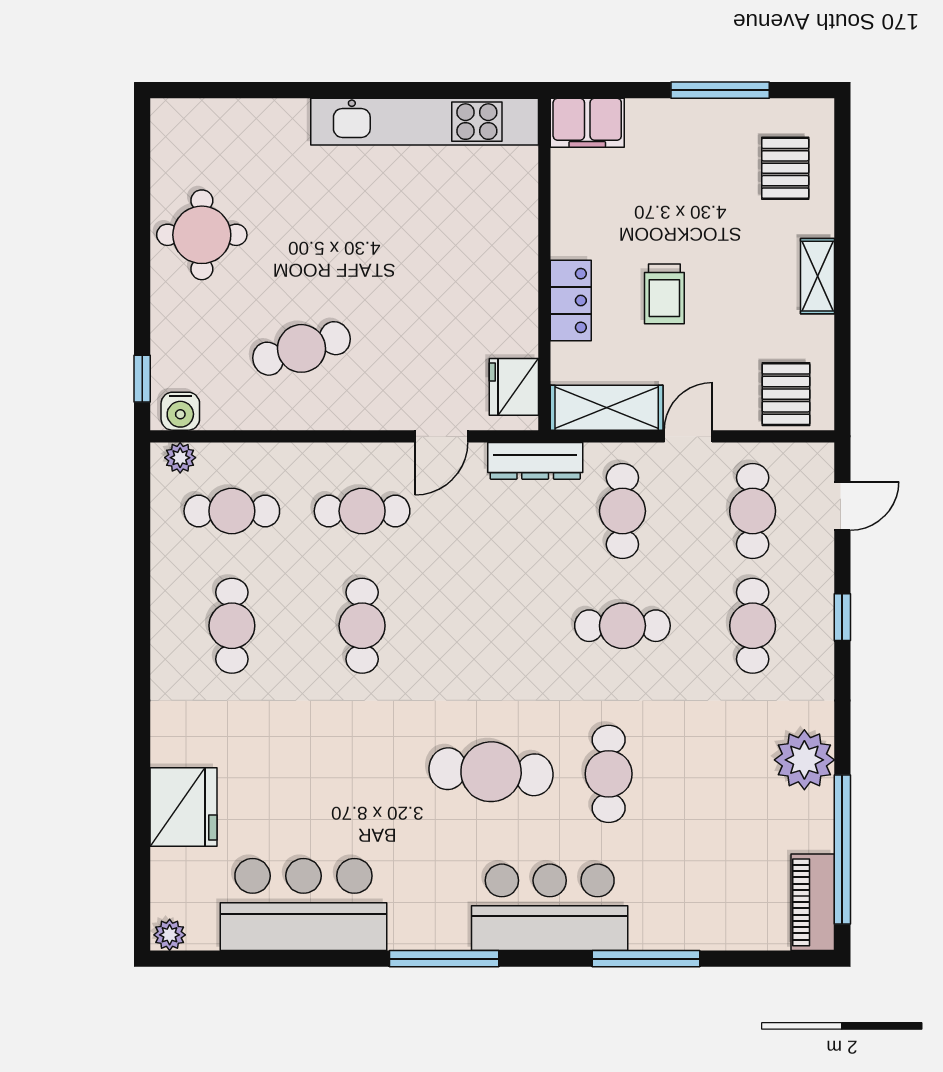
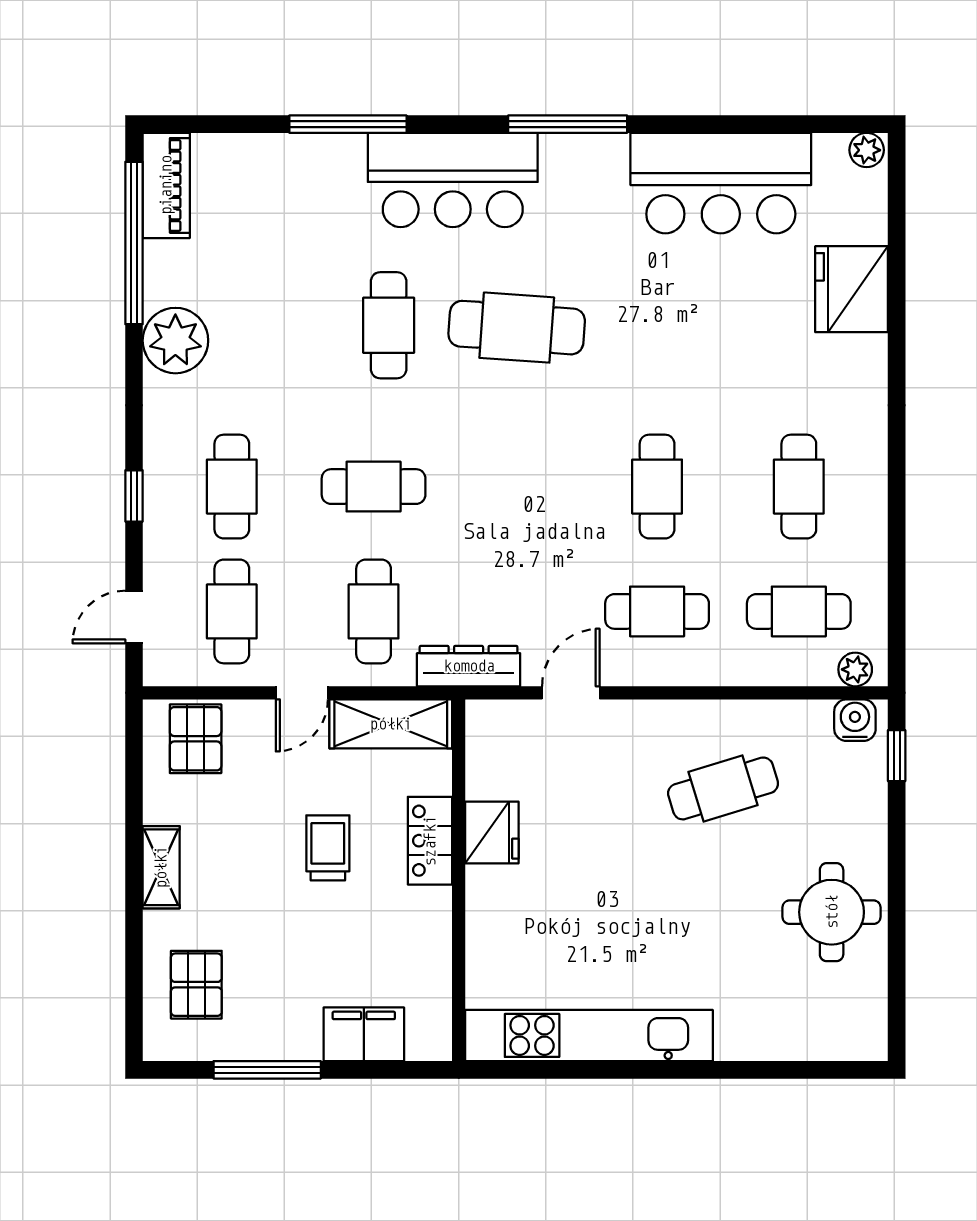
filing cabinet: (587, 123) -> (364, 1034), moved
fridge: (514, 387) -> (492, 832), moved

